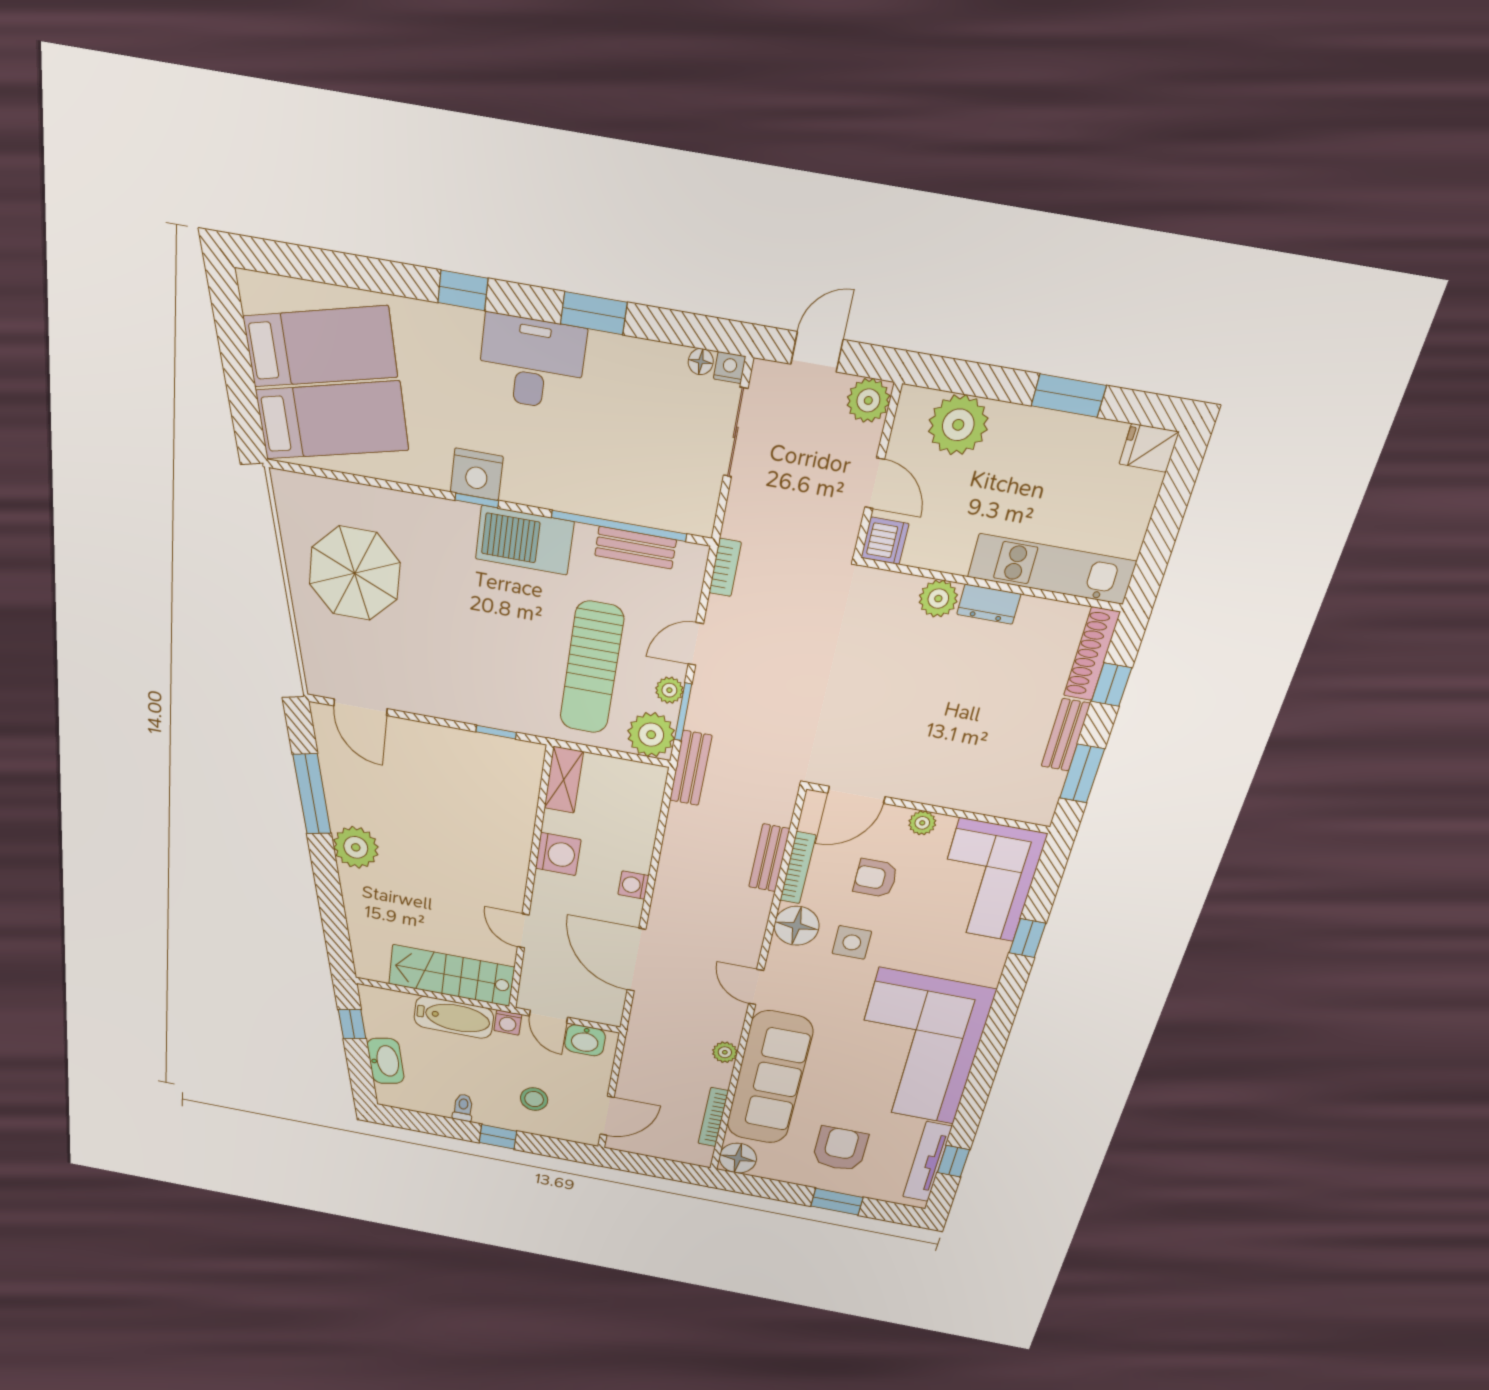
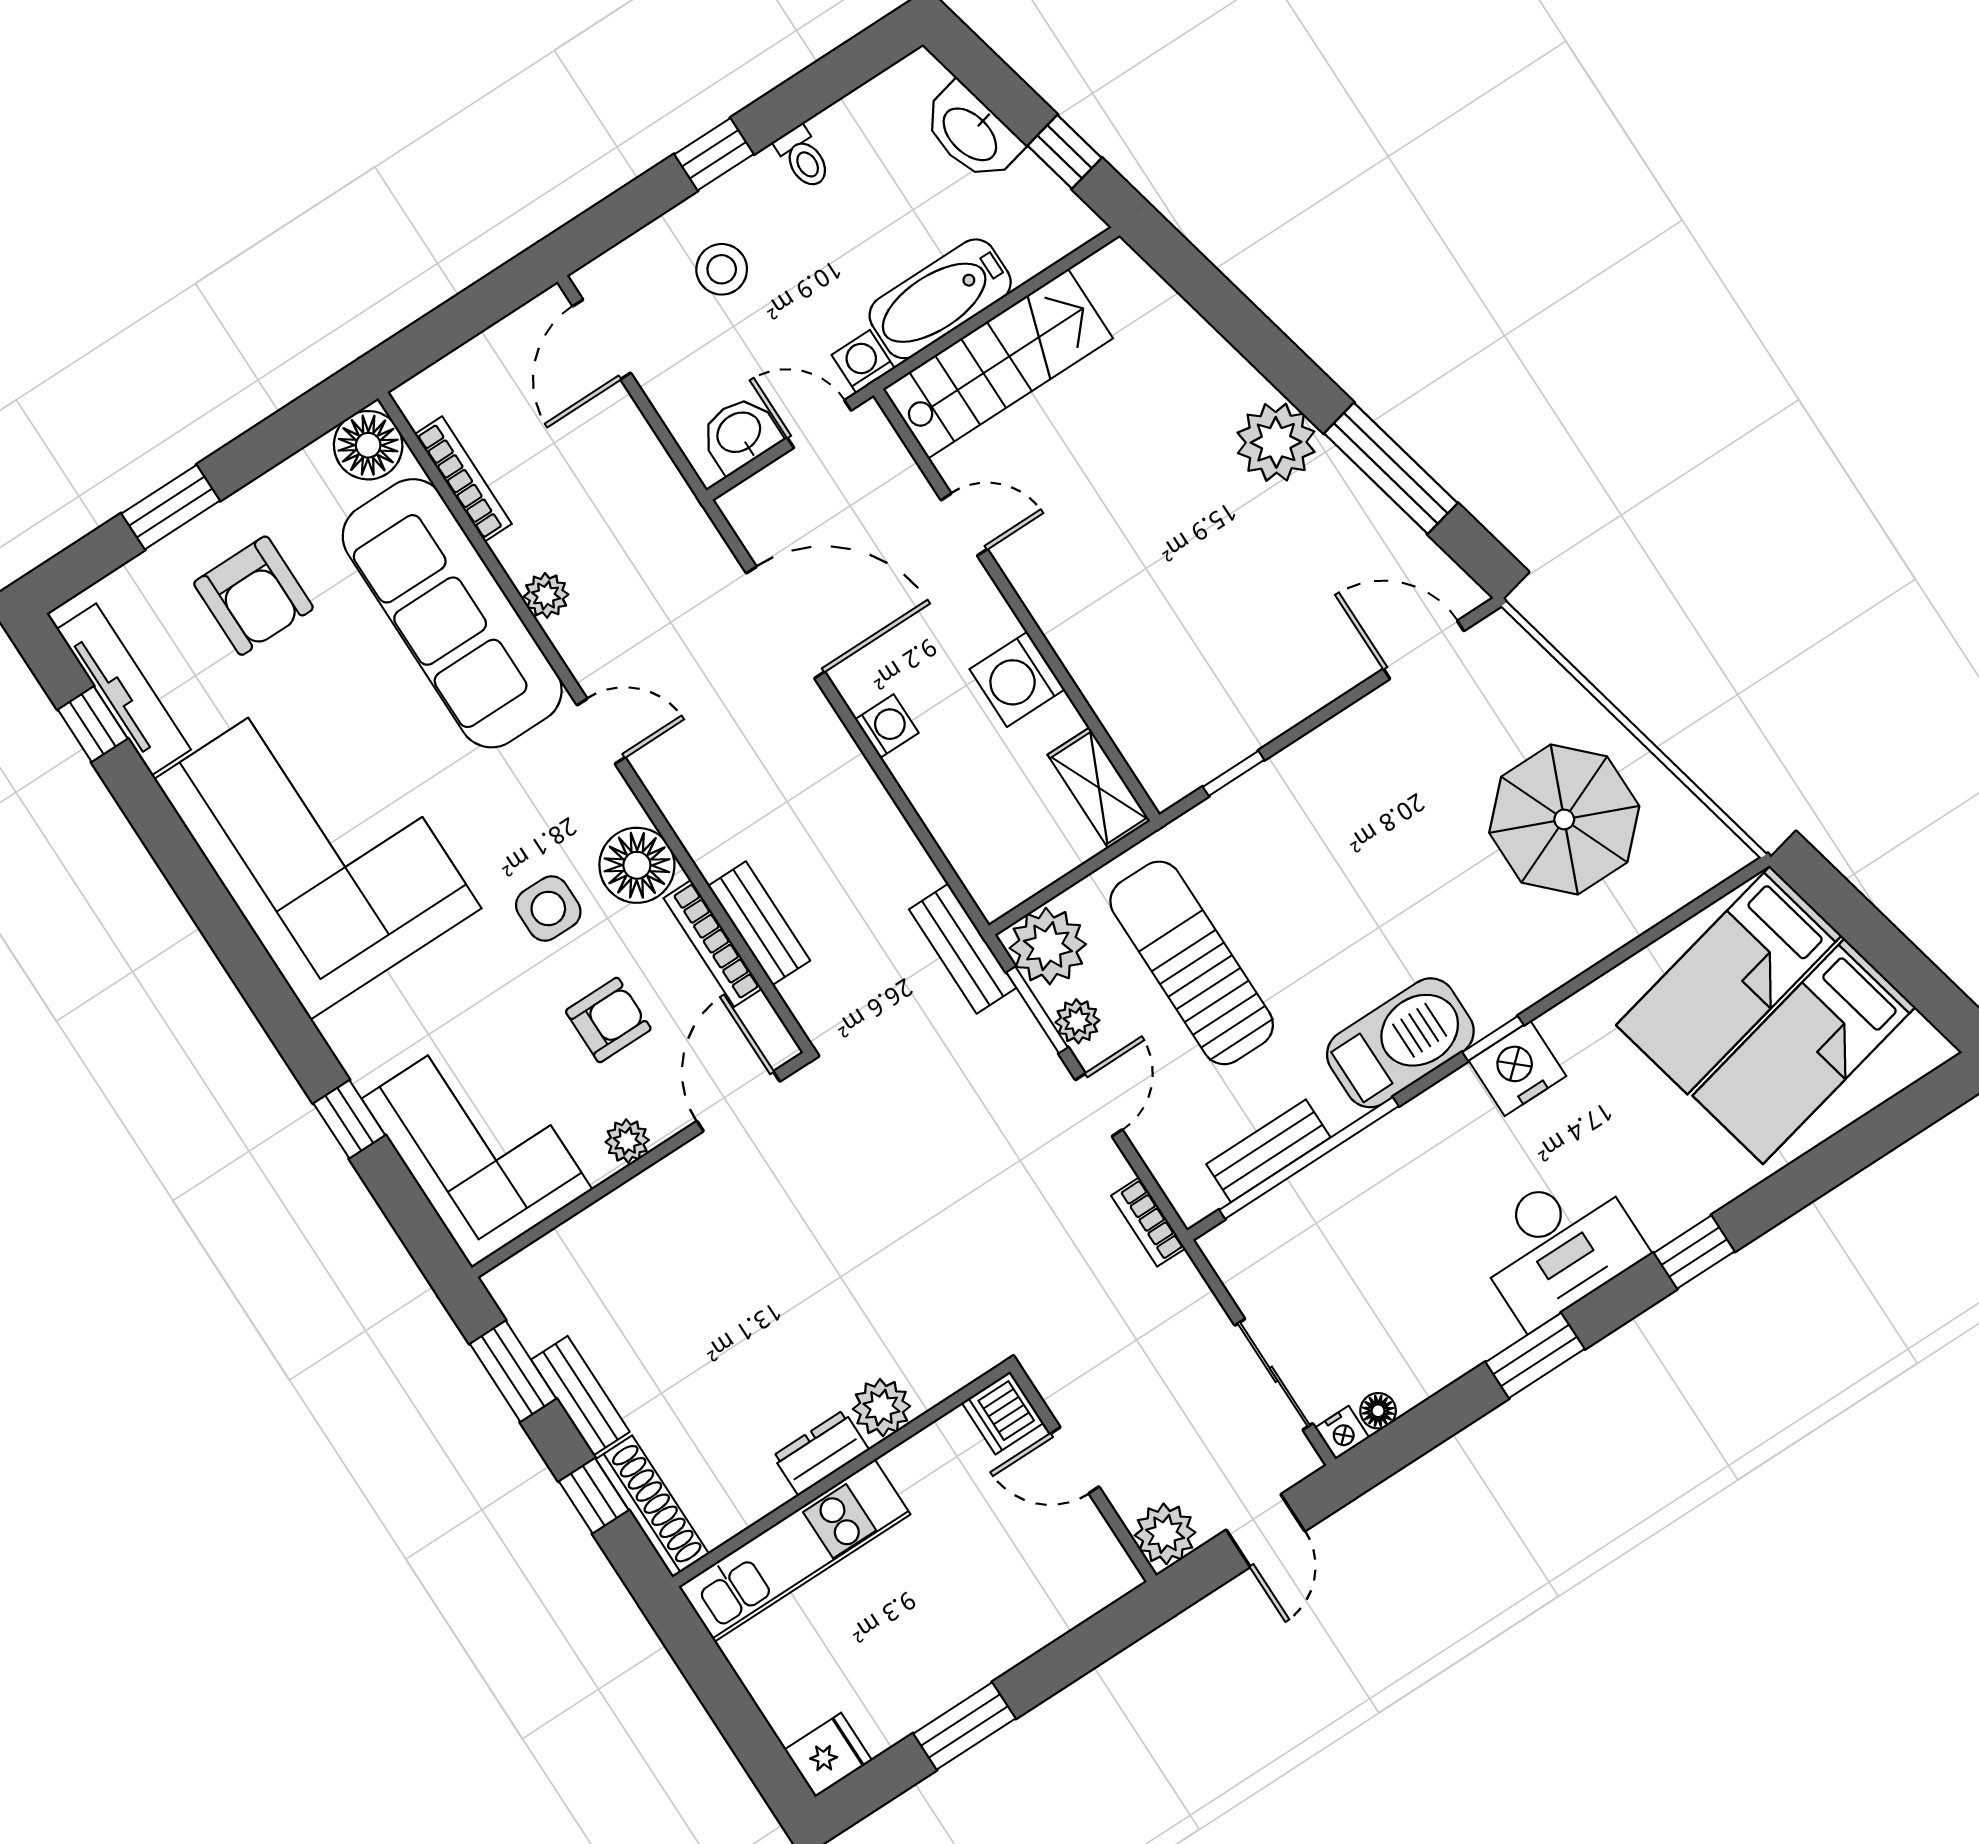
plant: (958, 425) -> (1047, 1597), removed

